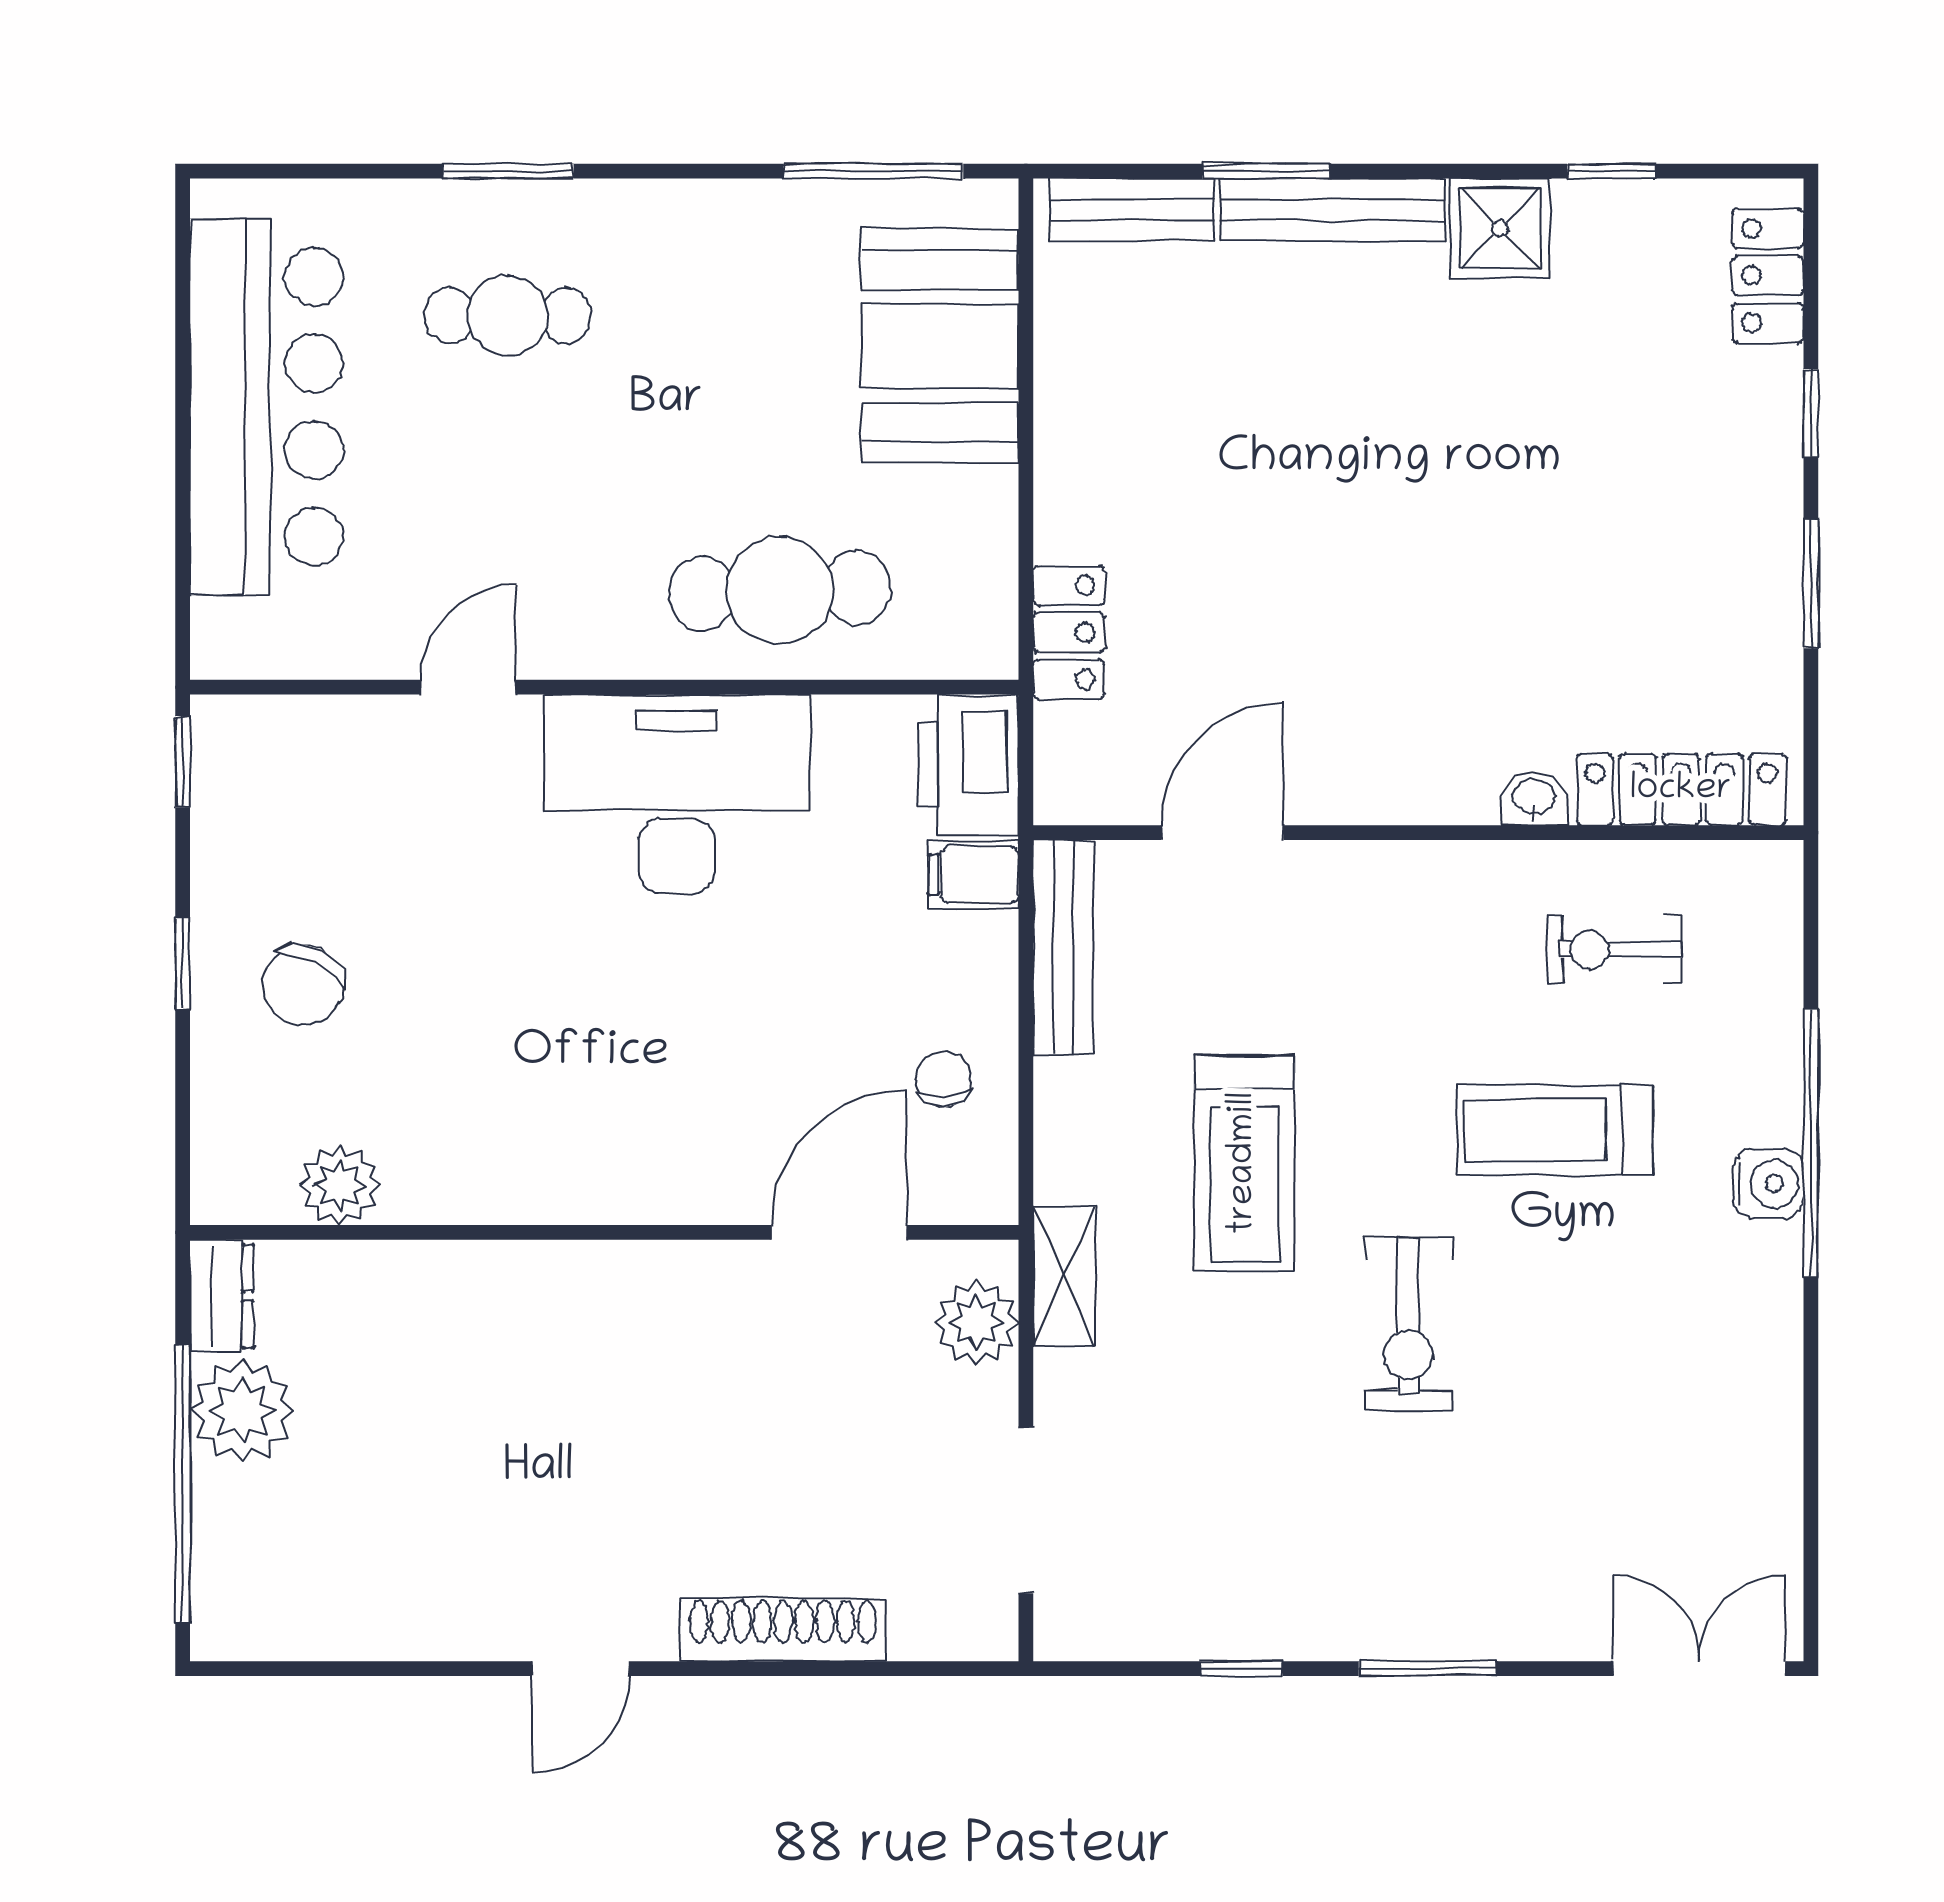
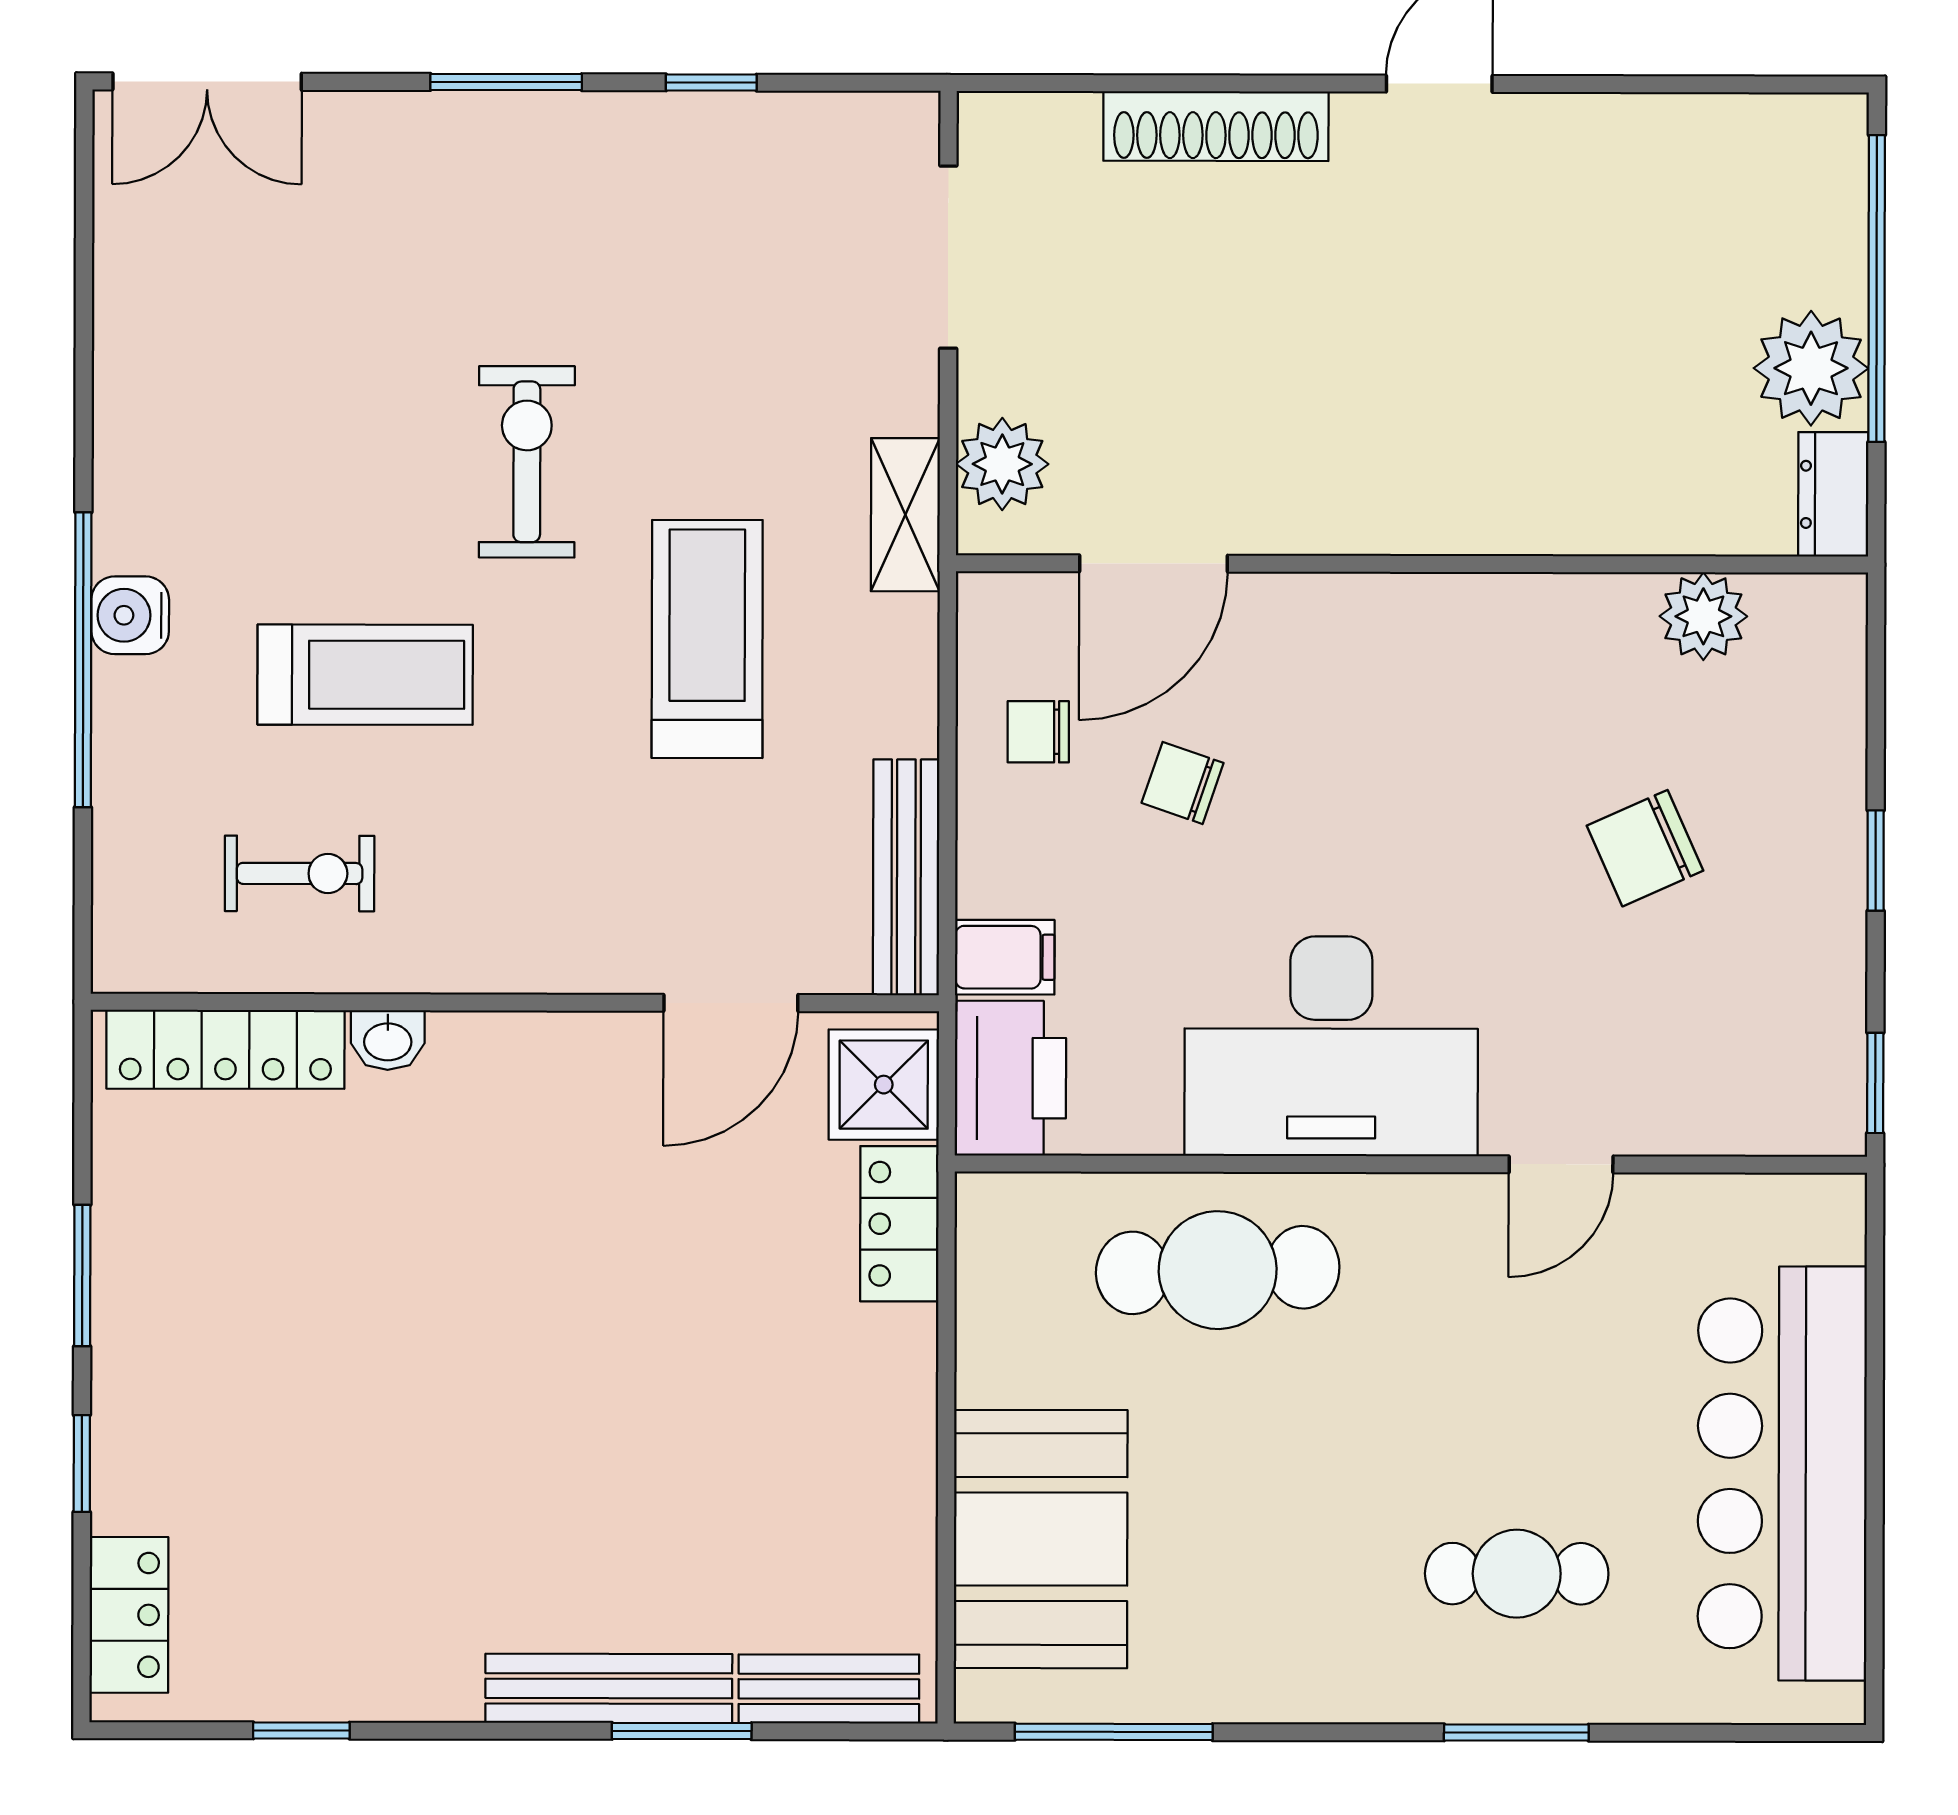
shower: (1500, 228) -> (884, 1085), moved
chair: (303, 985) -> (1645, 848), moved, turned -141
chair: (812, 1033) -> (1183, 783), added
chair: (943, 1079) -> (1038, 732), turned 93

